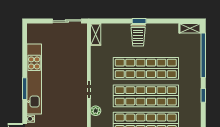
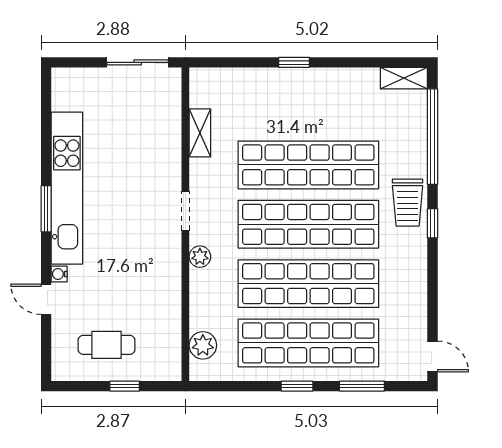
shelving: (96, 34) -> (200, 133), moved
trolley: (138, 35) -> (408, 203), moved

